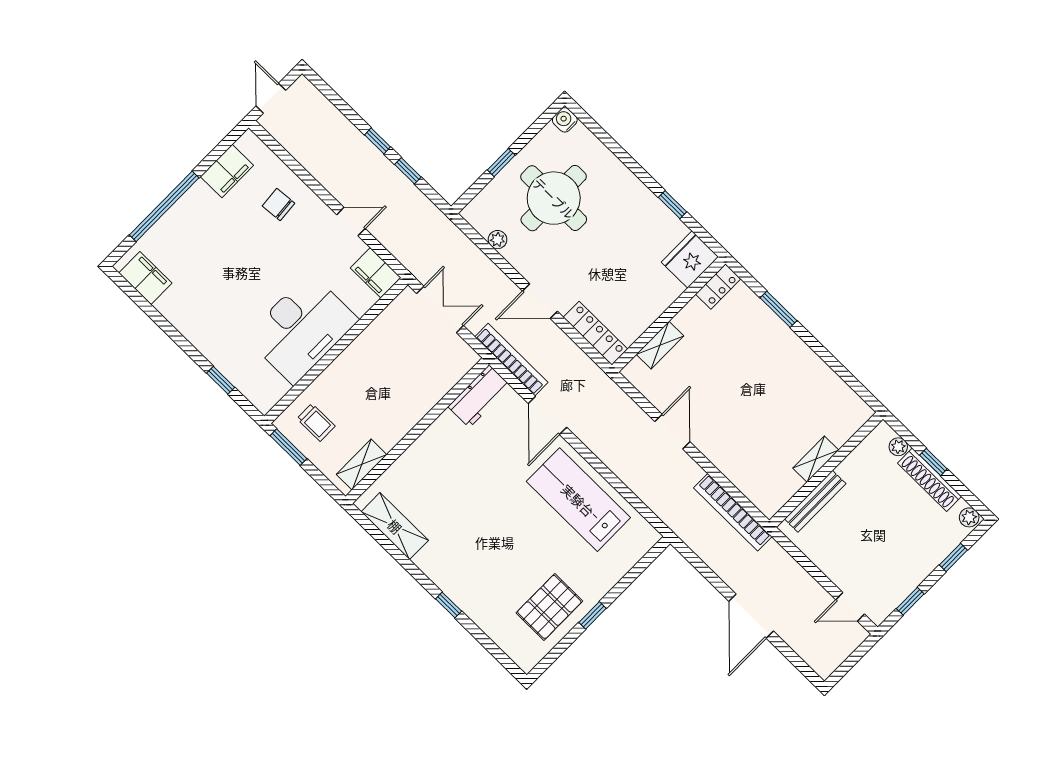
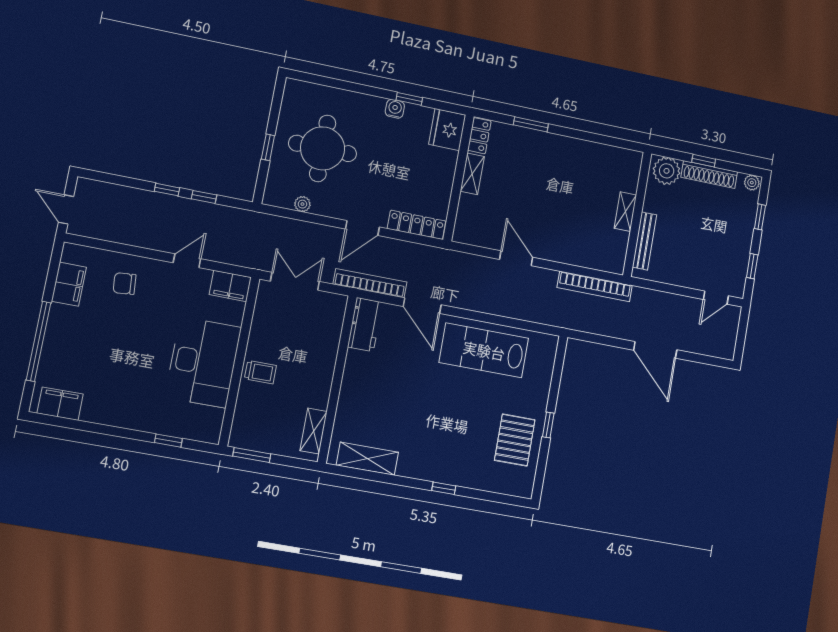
water cooler: (565, 120) -> (395, 109), moved, turned 90
shelving: (660, 345) -> (472, 174), moved
trolley: (316, 422) -> (260, 372), moved
plant: (898, 447) -> (667, 171), width x1.88, depth x1.88

